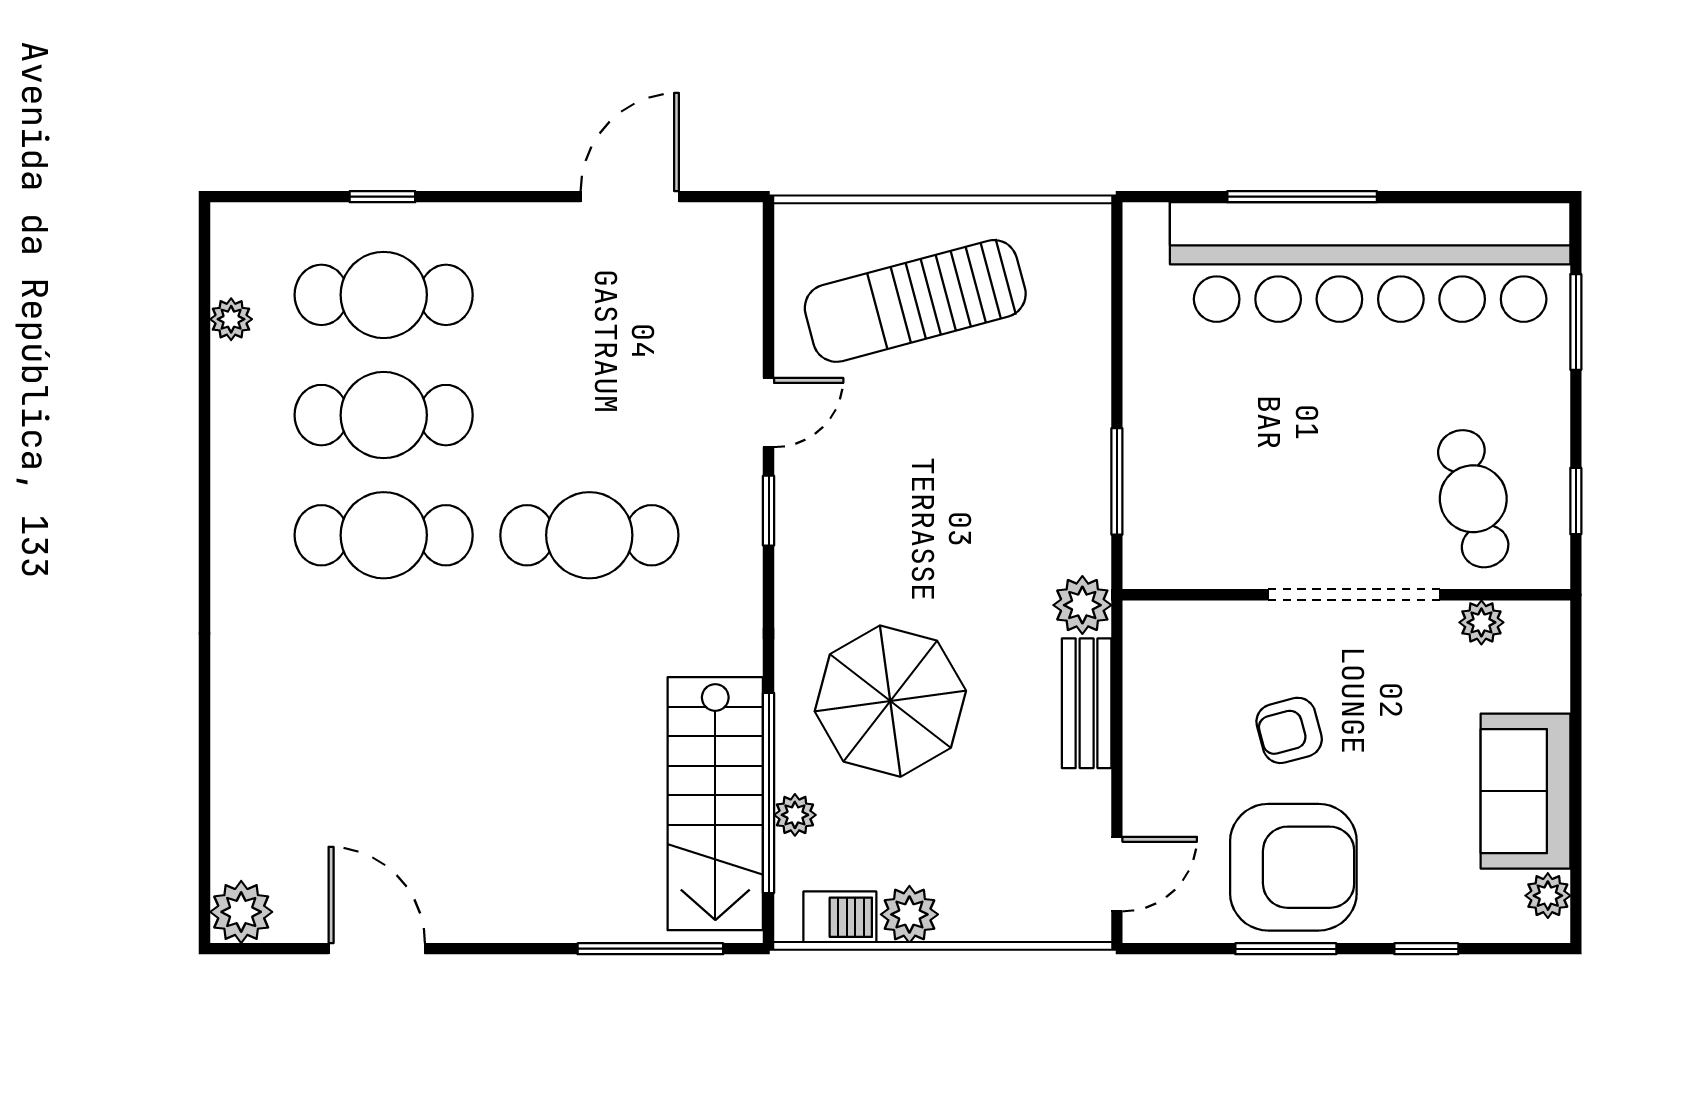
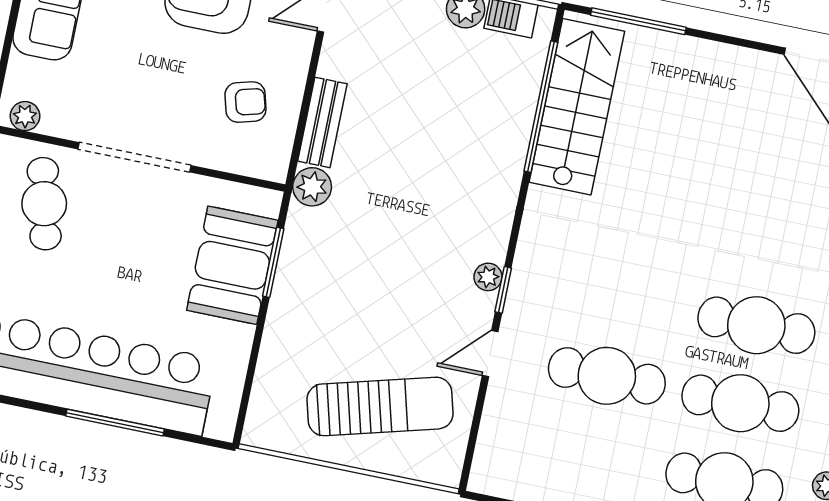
booth: (1176, 465) -> (232, 265), added
cafe table: (589, 535) -> (607, 376), moved
plant: (1481, 622) -> (25, 116), moved
parasol: (890, 701) -> (450, 150), removed
armchair: (1289, 730) -> (245, 102), moved
plant: (795, 815) -> (488, 277), moved

